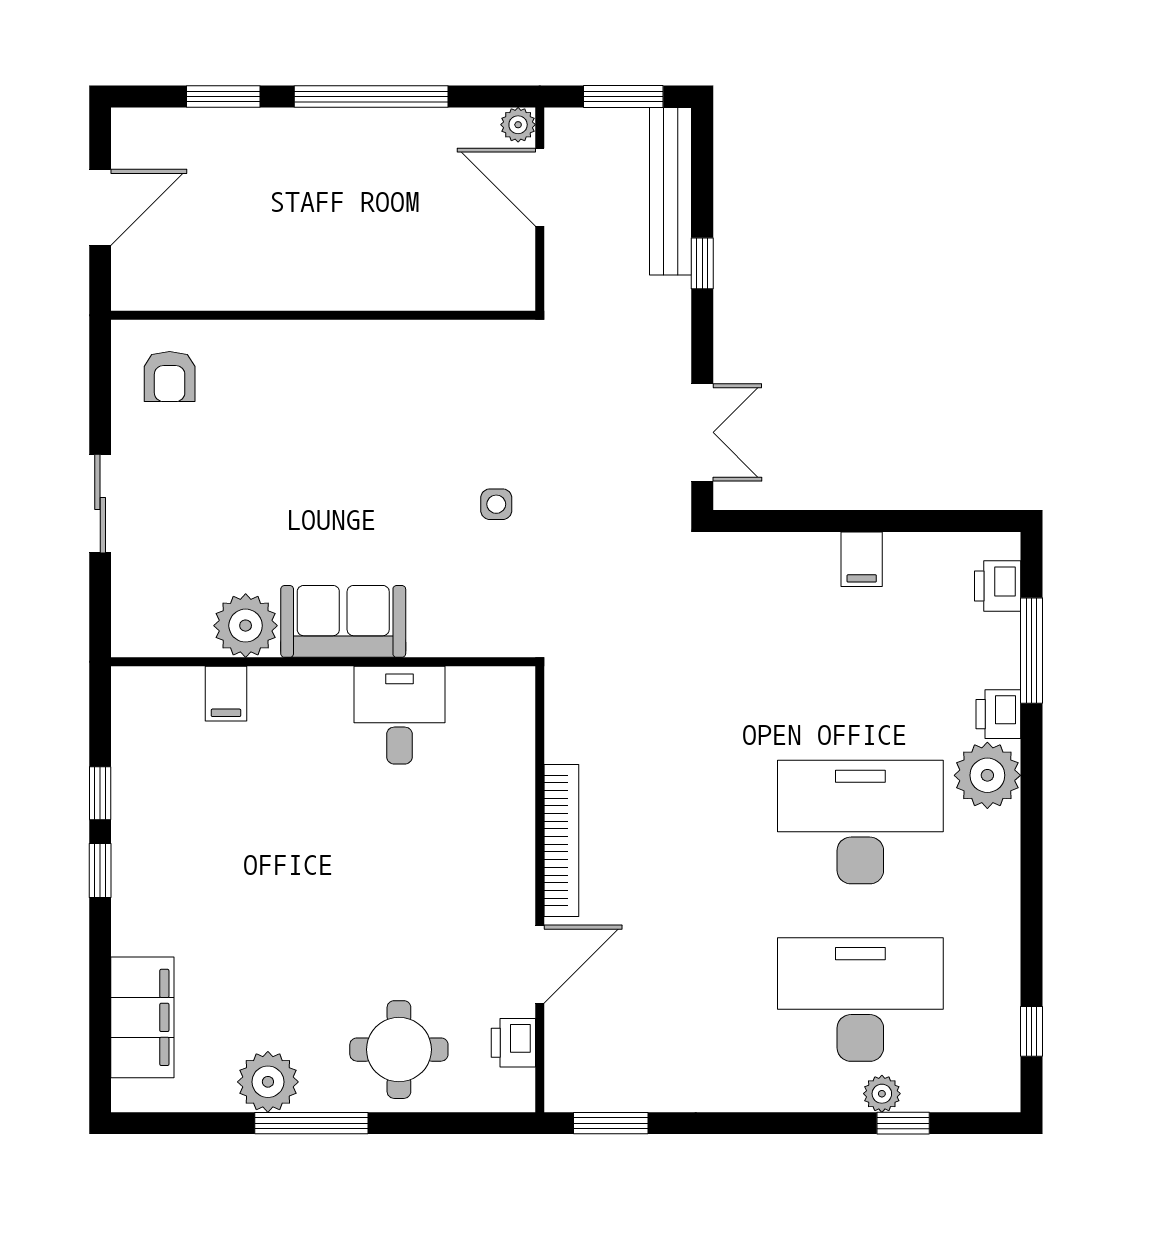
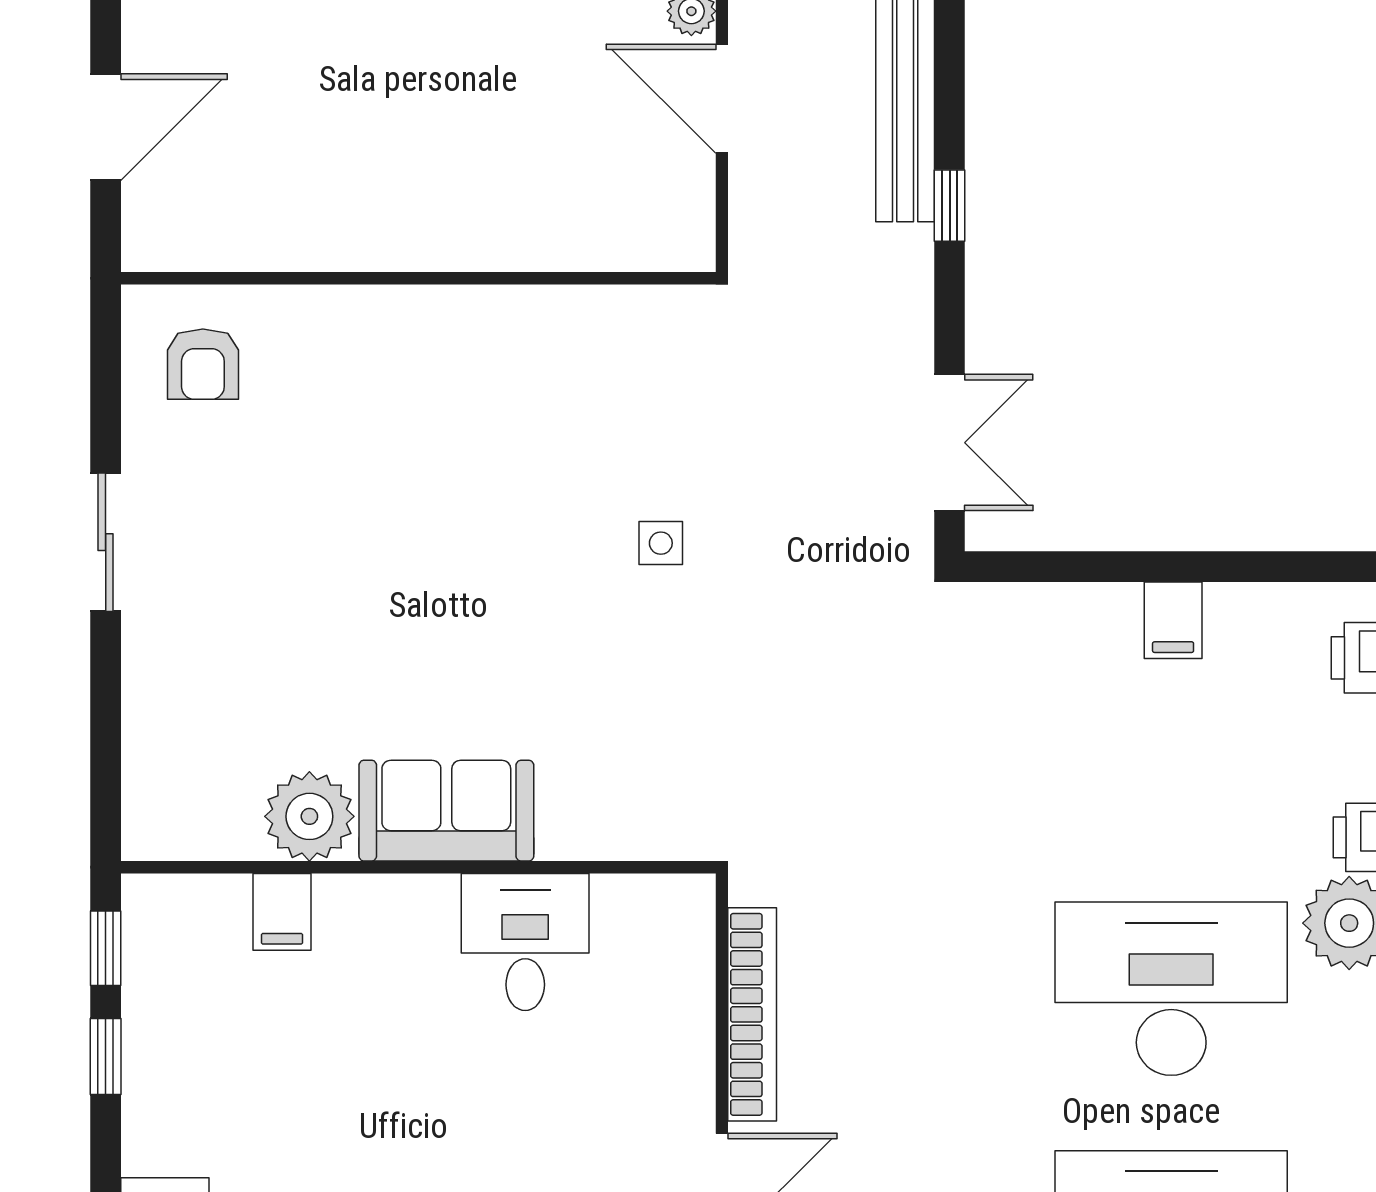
sofa: (343, 621) -> (446, 811), moved
plant: (246, 626) -> (309, 816), moved
wall: (323, 662) -> (418, 867), moved
filing cabinet: (226, 694) -> (282, 912), moved
desk: (399, 715) -> (525, 942), moved

